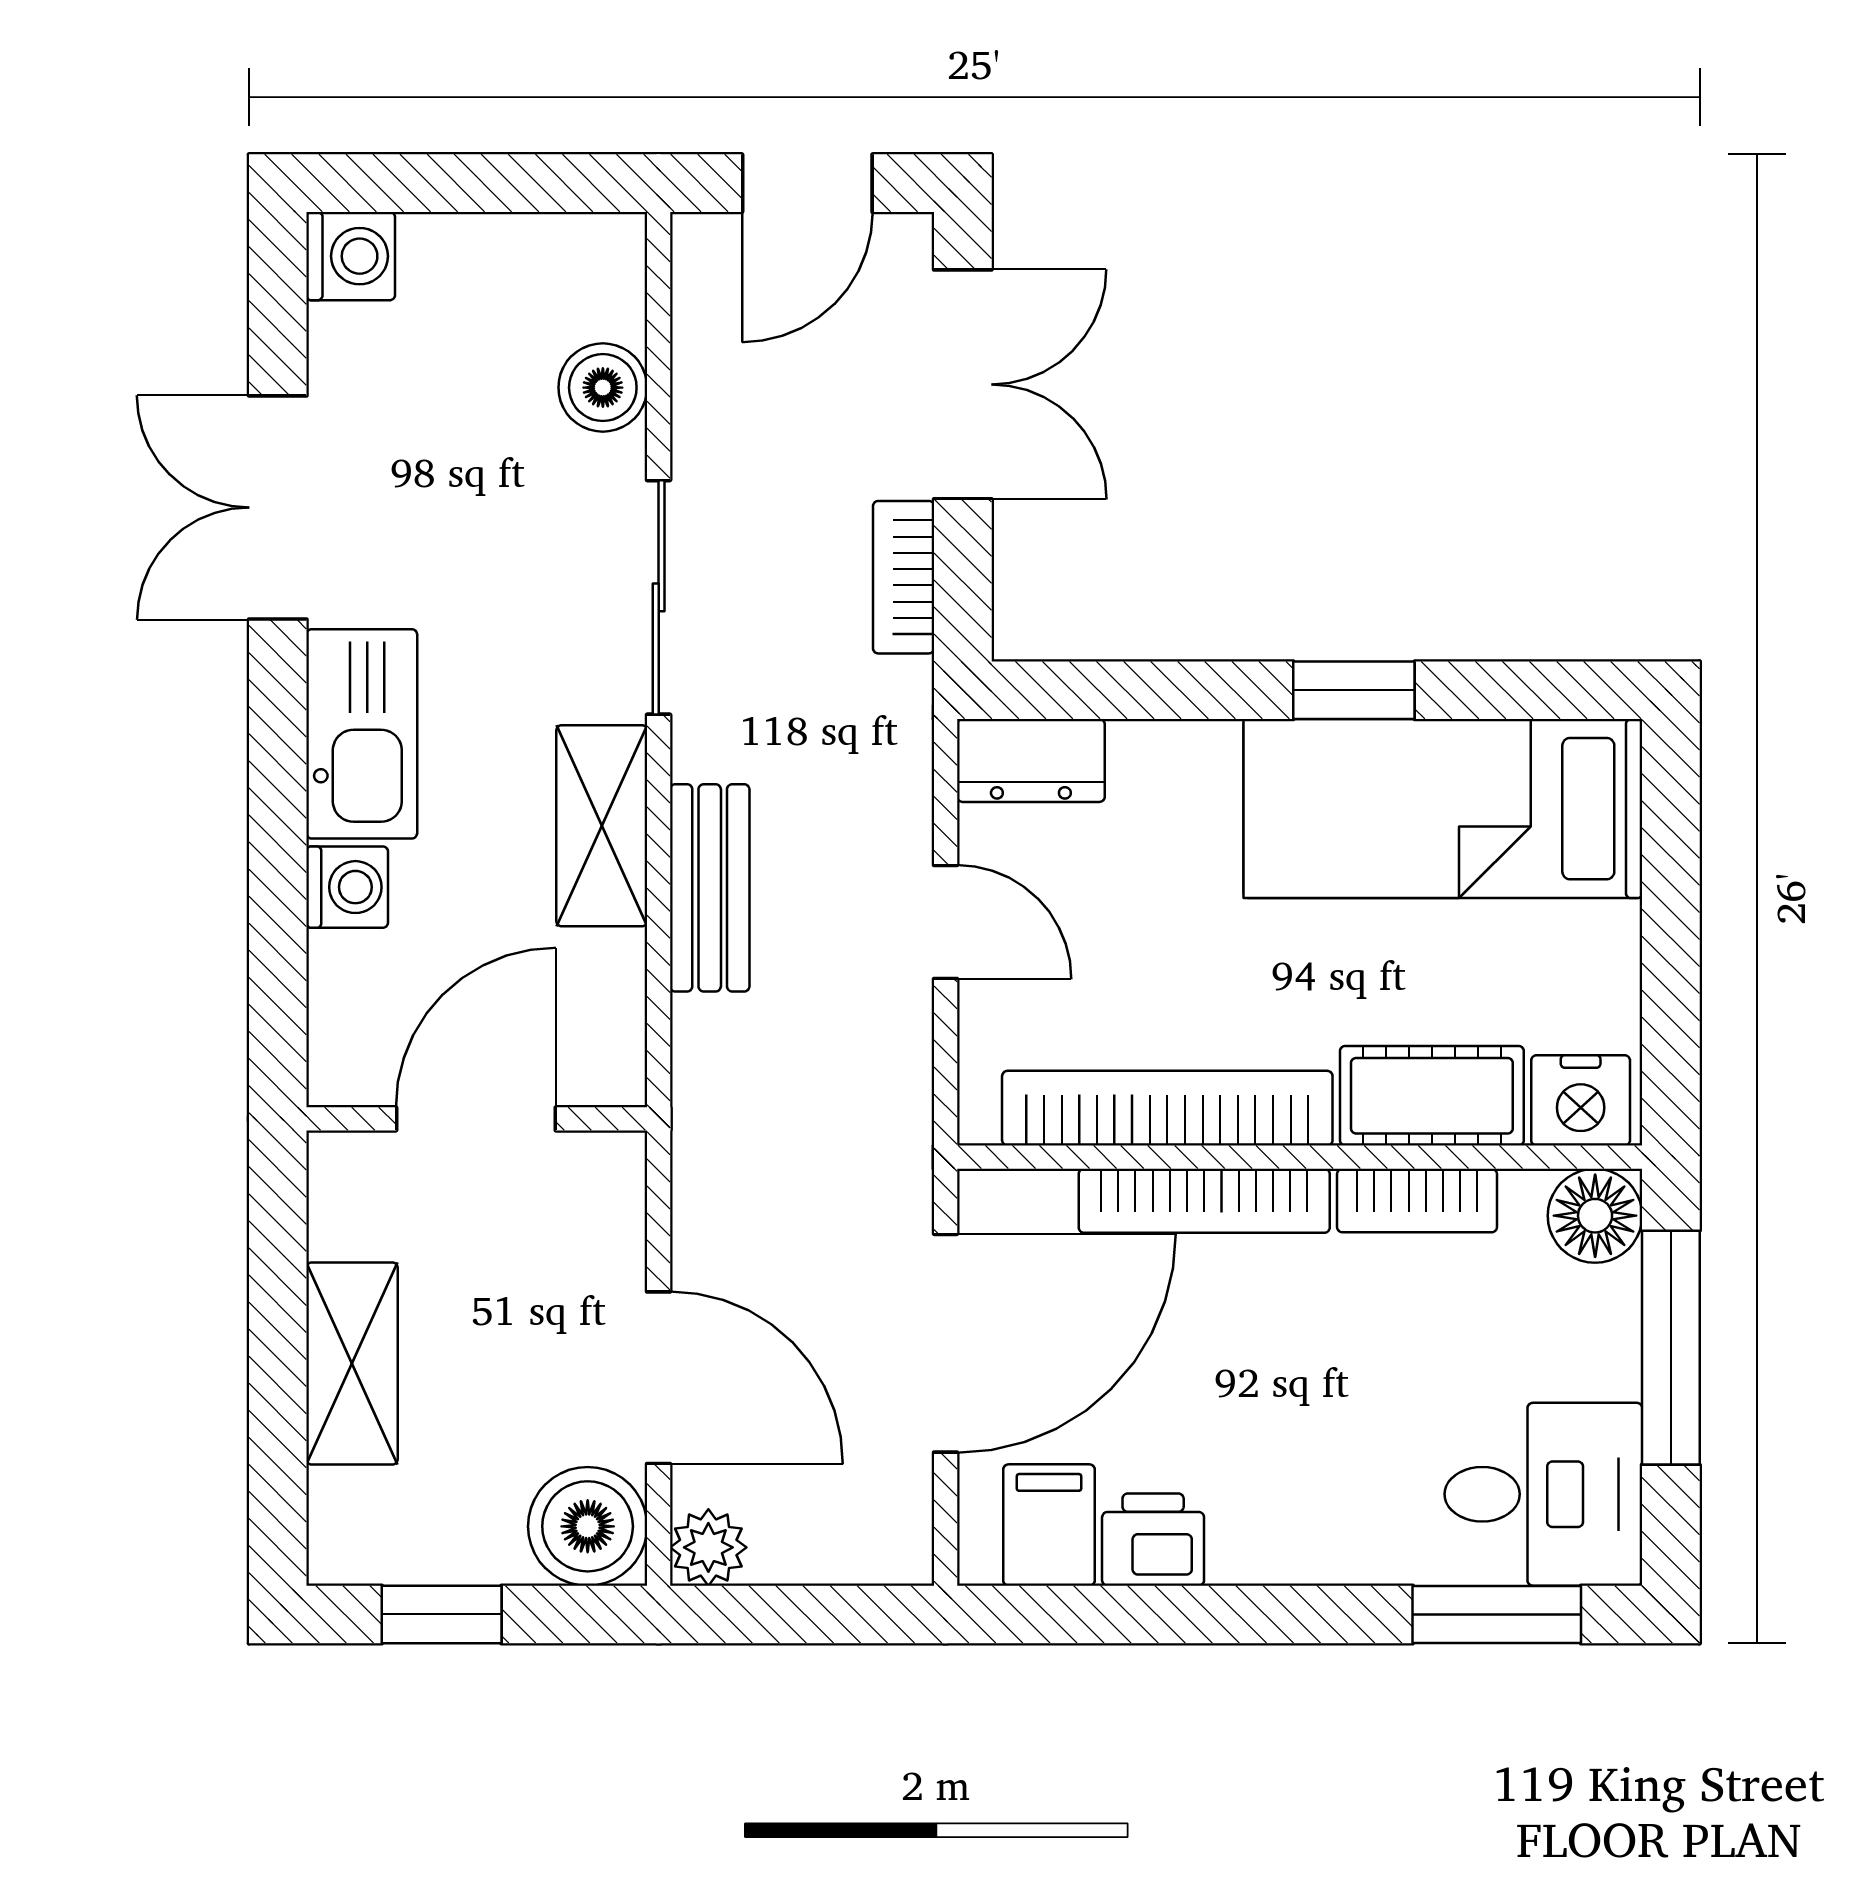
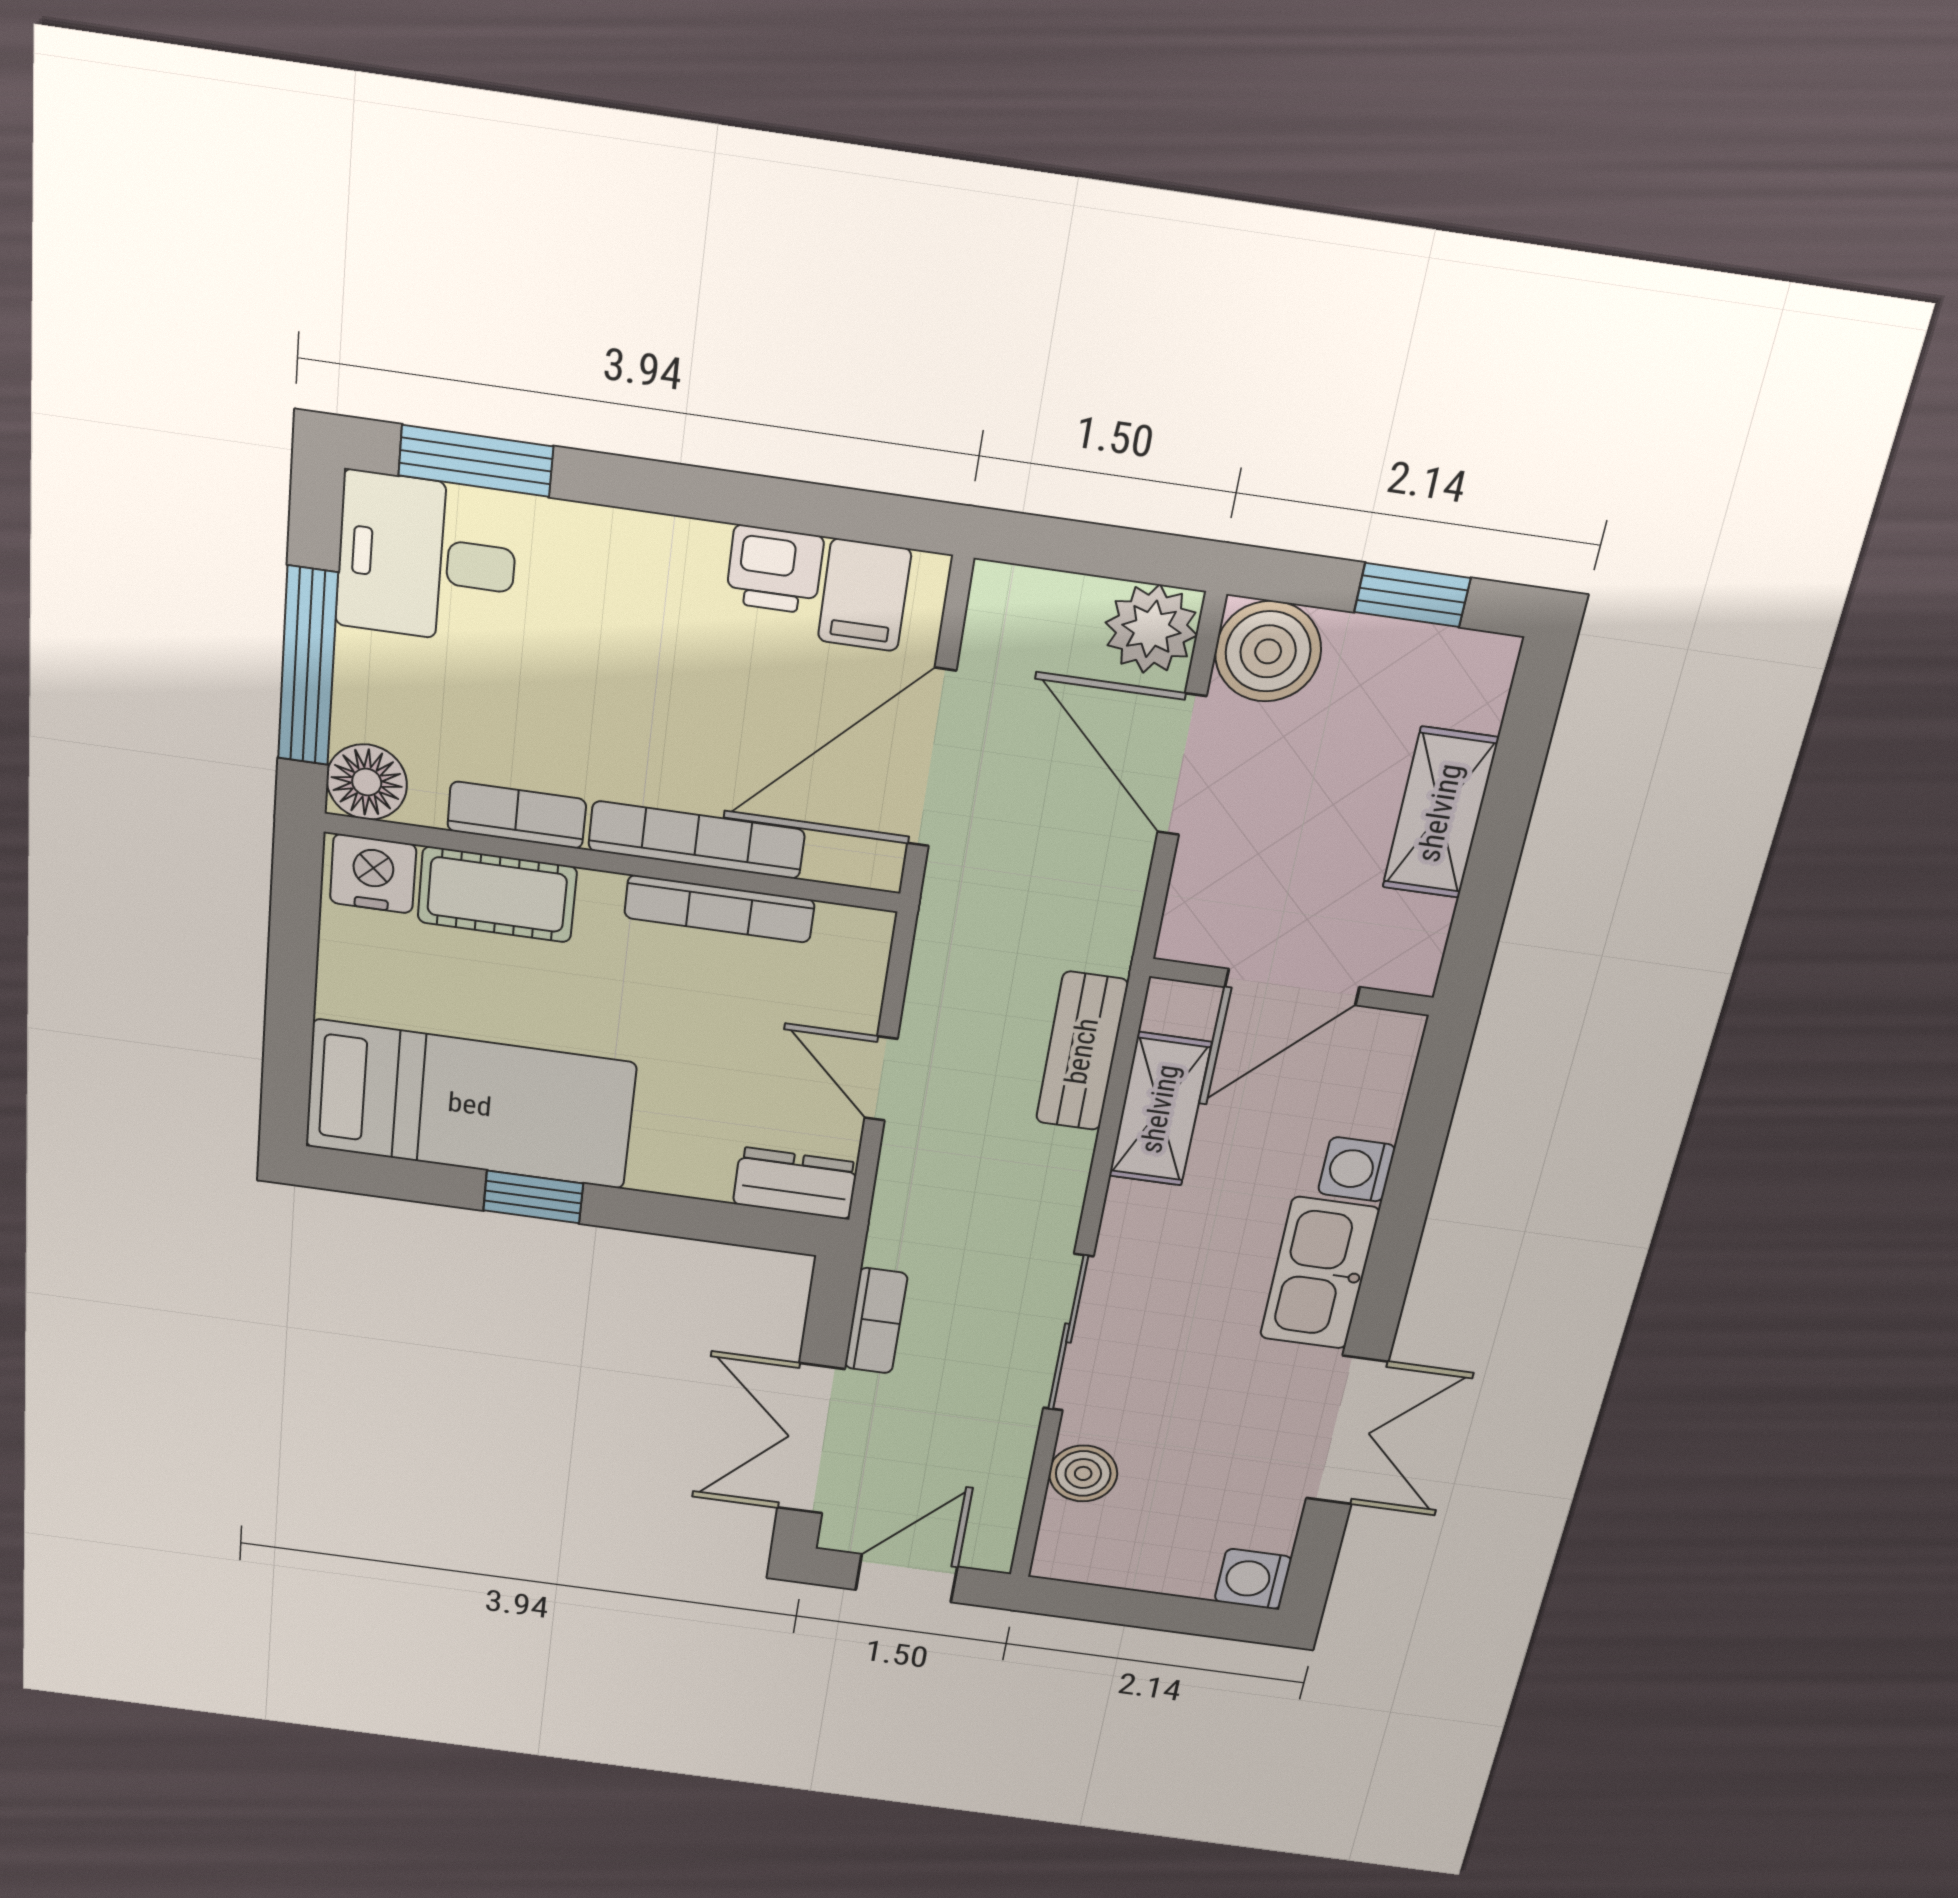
shelving: (602, 826) -> (1160, 1109), moved
bench: (710, 888) -> (1082, 1051), moved
bookcase: (1167, 1108) -> (719, 909), width x0.68, depth x0.76
plant: (708, 1547) -> (1151, 629), width x1.38, depth x1.38

